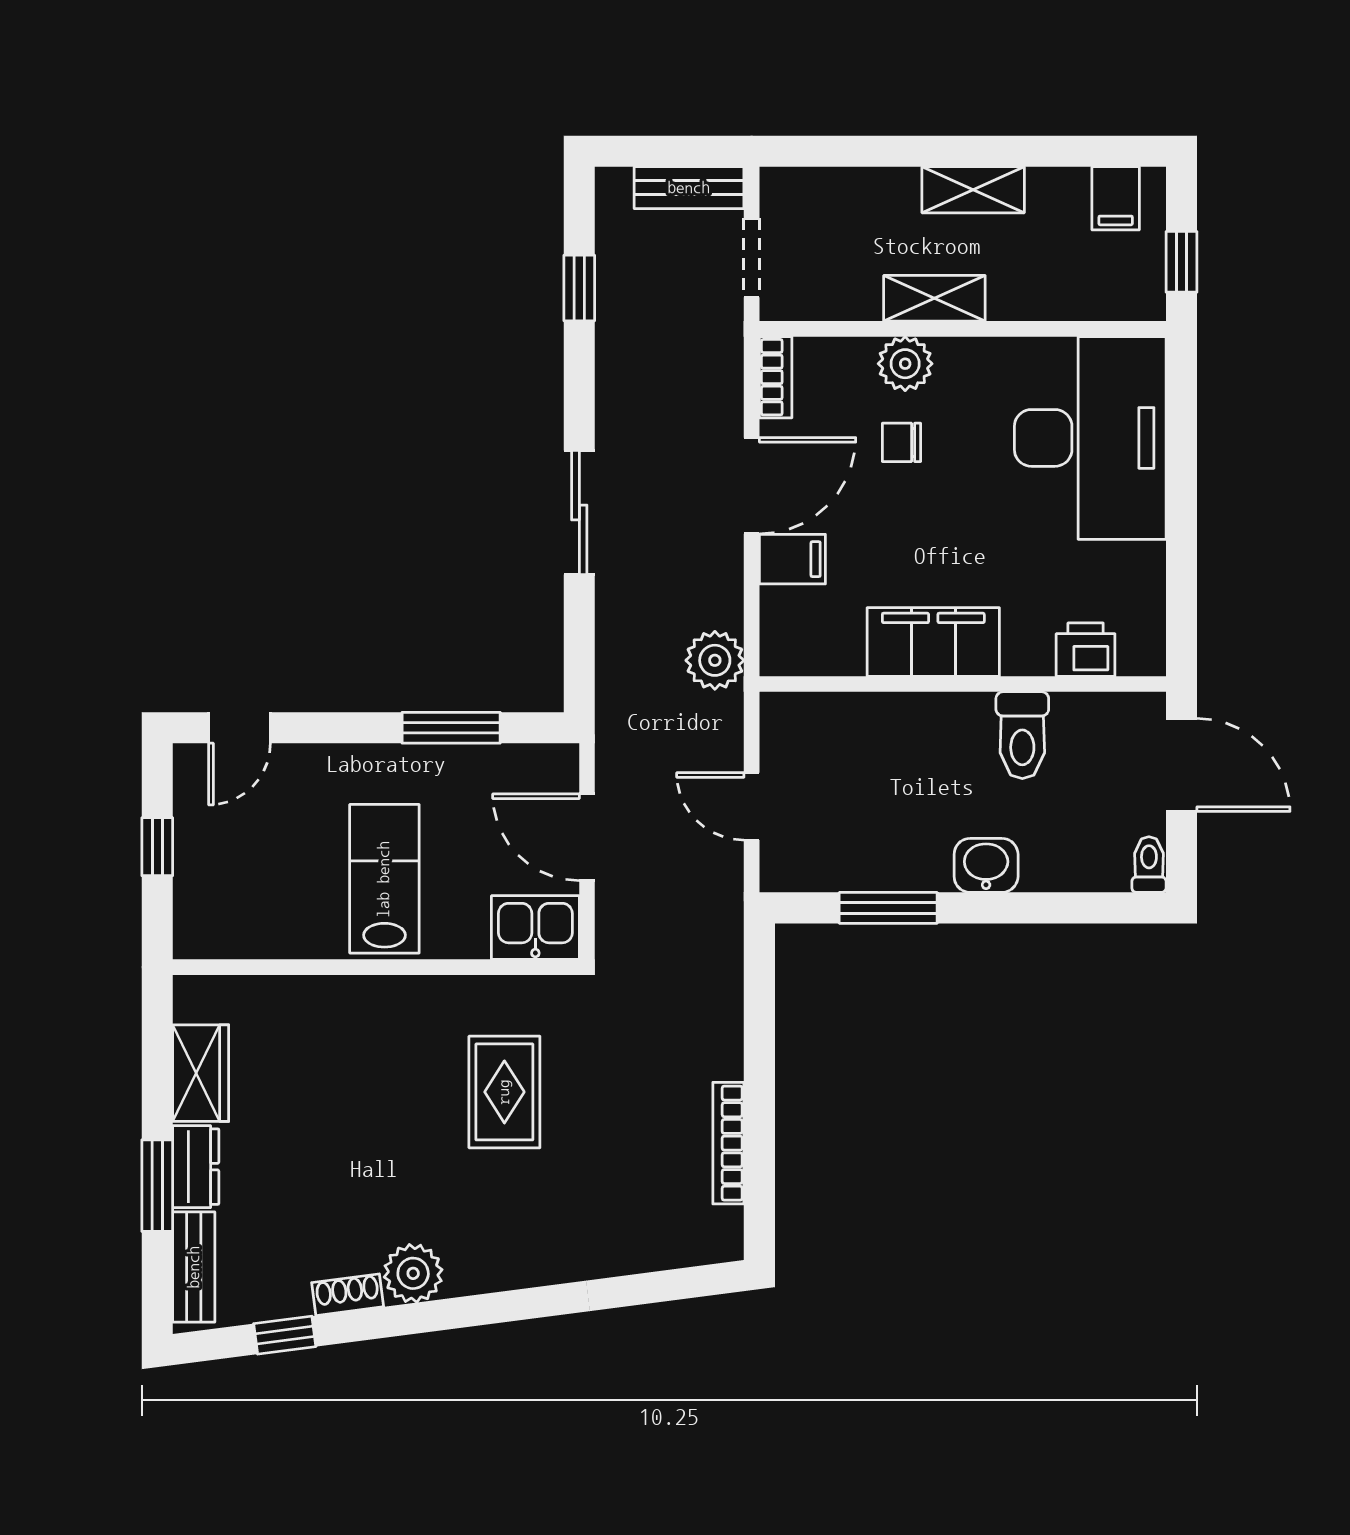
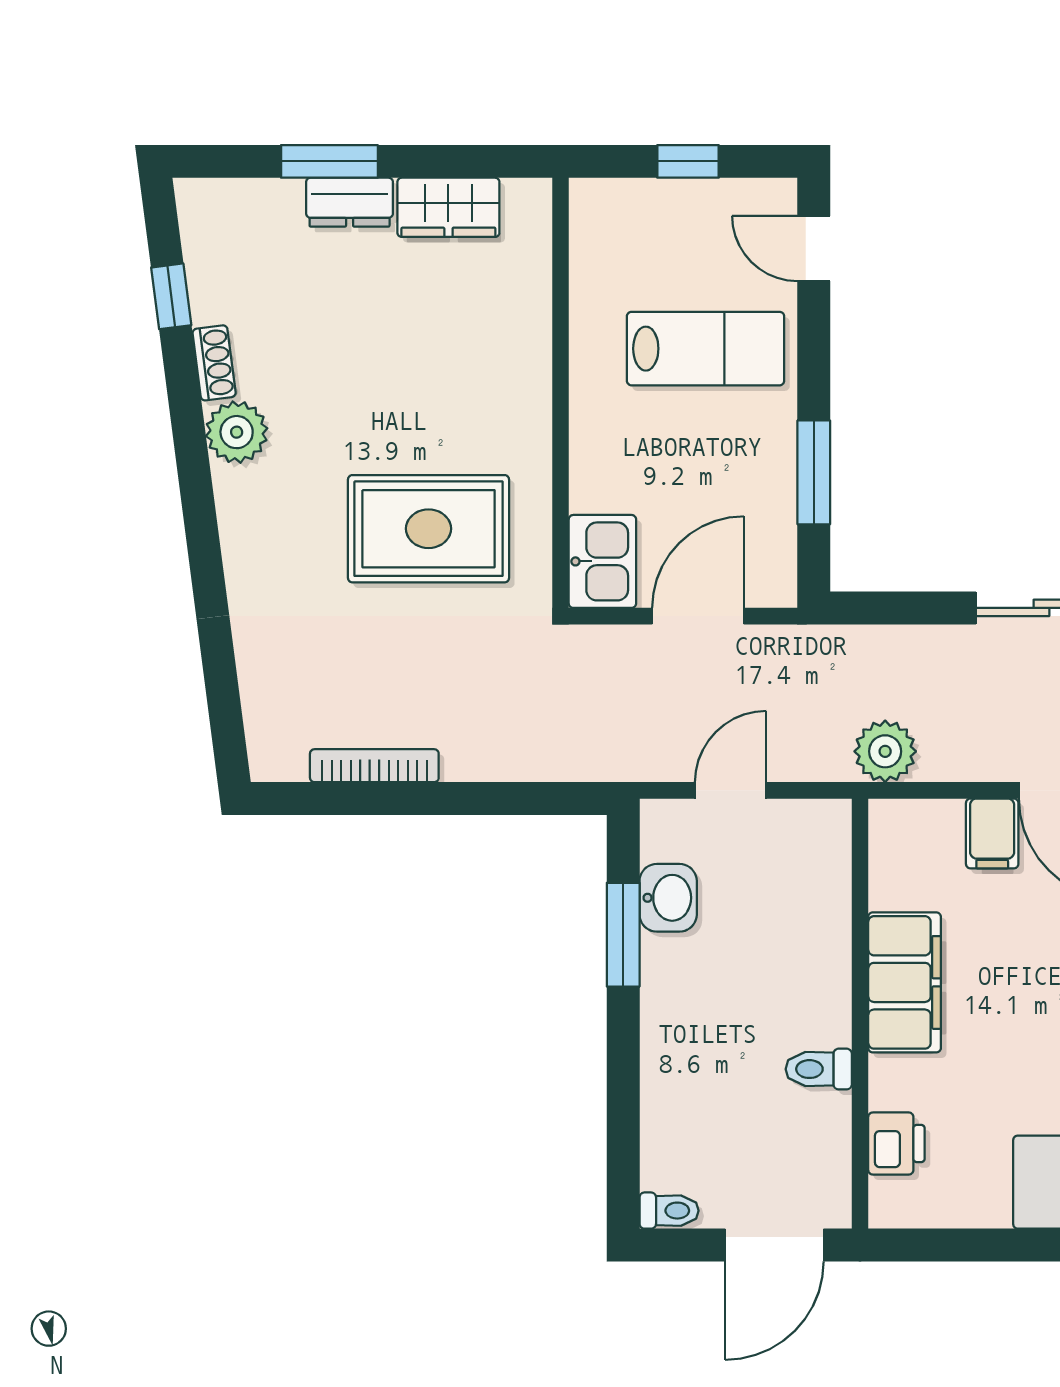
toilet: (1022, 735) -> (819, 1069), width x0.73, depth x0.72
washbasin: (986, 865) -> (668, 898), moved
lab bench: (384, 879) -> (706, 349), moved
rug: (504, 1092) -> (428, 529), width x1.36, depth x1.43
bench: (194, 1267) -> (243, 200), removed

